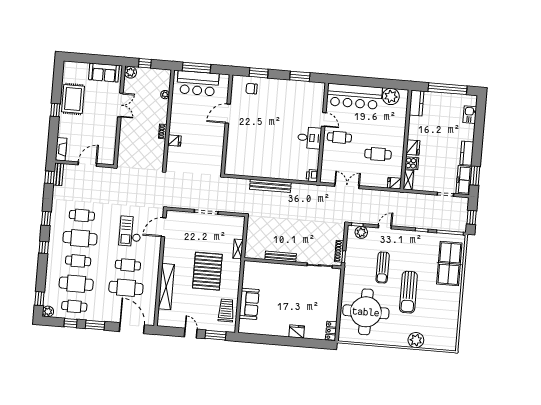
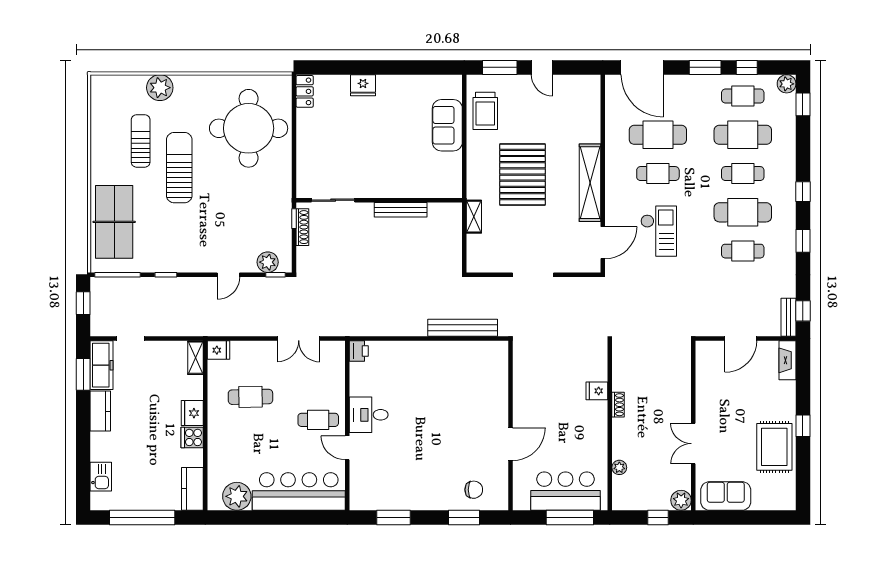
cooker: (412, 163) -> (192, 437), moved
bench: (270, 186) -> (463, 328), moved
sun lounger: (383, 268) -> (141, 141), moved
shelving: (166, 287) -> (590, 183), moved

